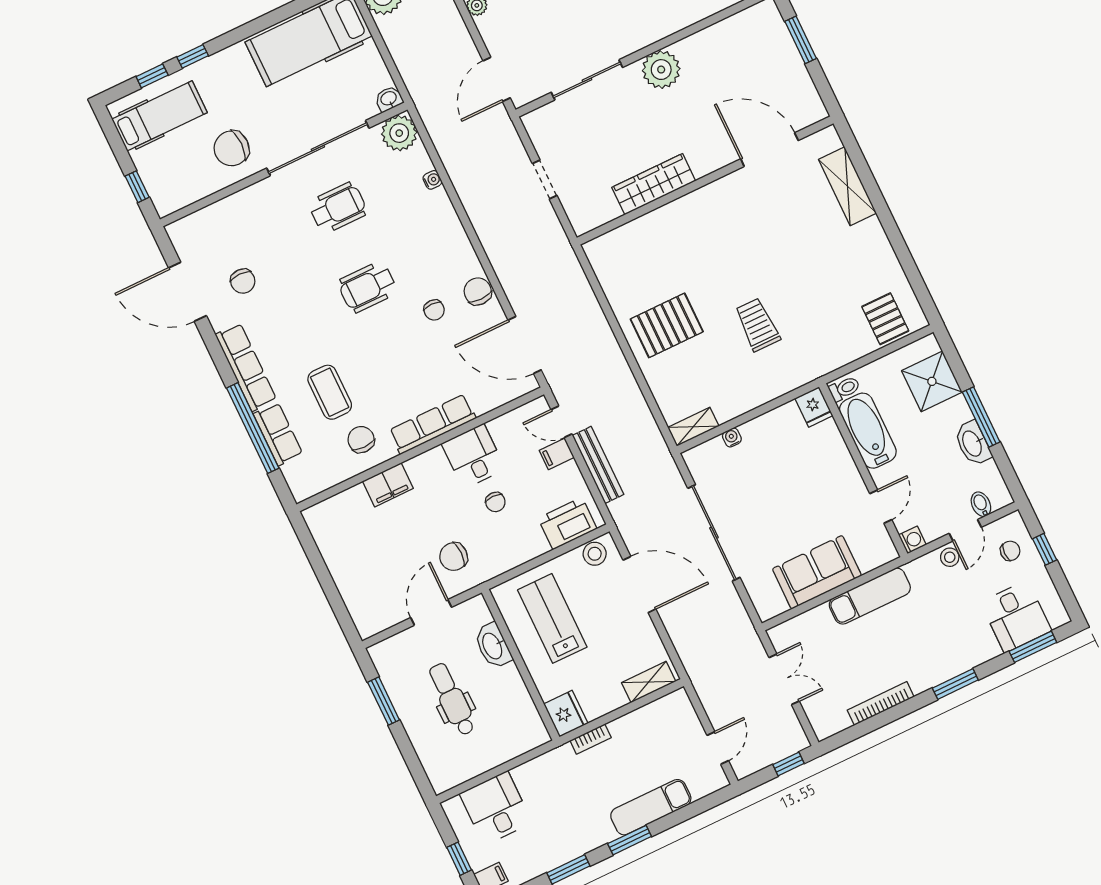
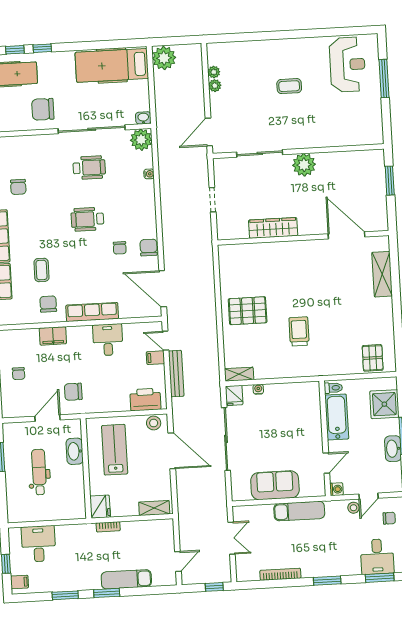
coffee table: (330, 392) -> (41, 270), width x0.73, depth x0.77
fridge: (814, 407) -> (234, 395), moved
chair: (495, 502) -> (19, 374), moved
bidet: (981, 504) -> (384, 485), removed

